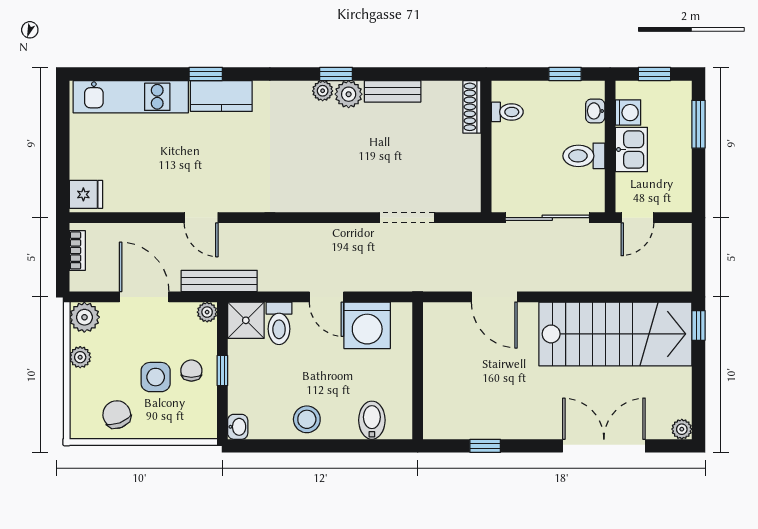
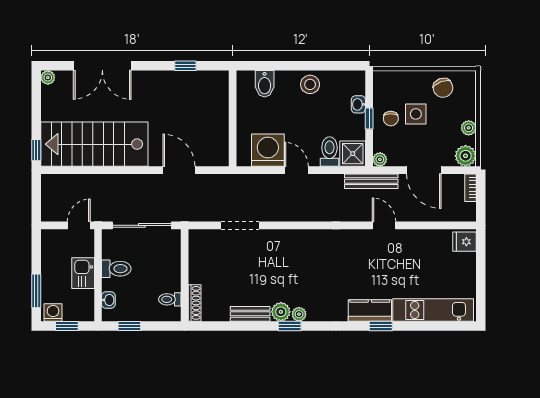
washing machine: (628, 113) -> (53, 312), moved, turned 90
bookcase: (77, 250) -> (471, 188), moved
washbasin: (238, 427) -> (358, 104), moved

